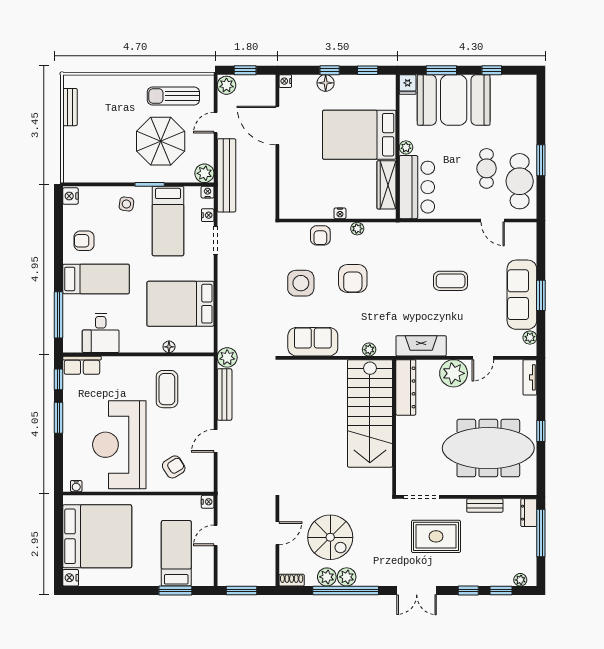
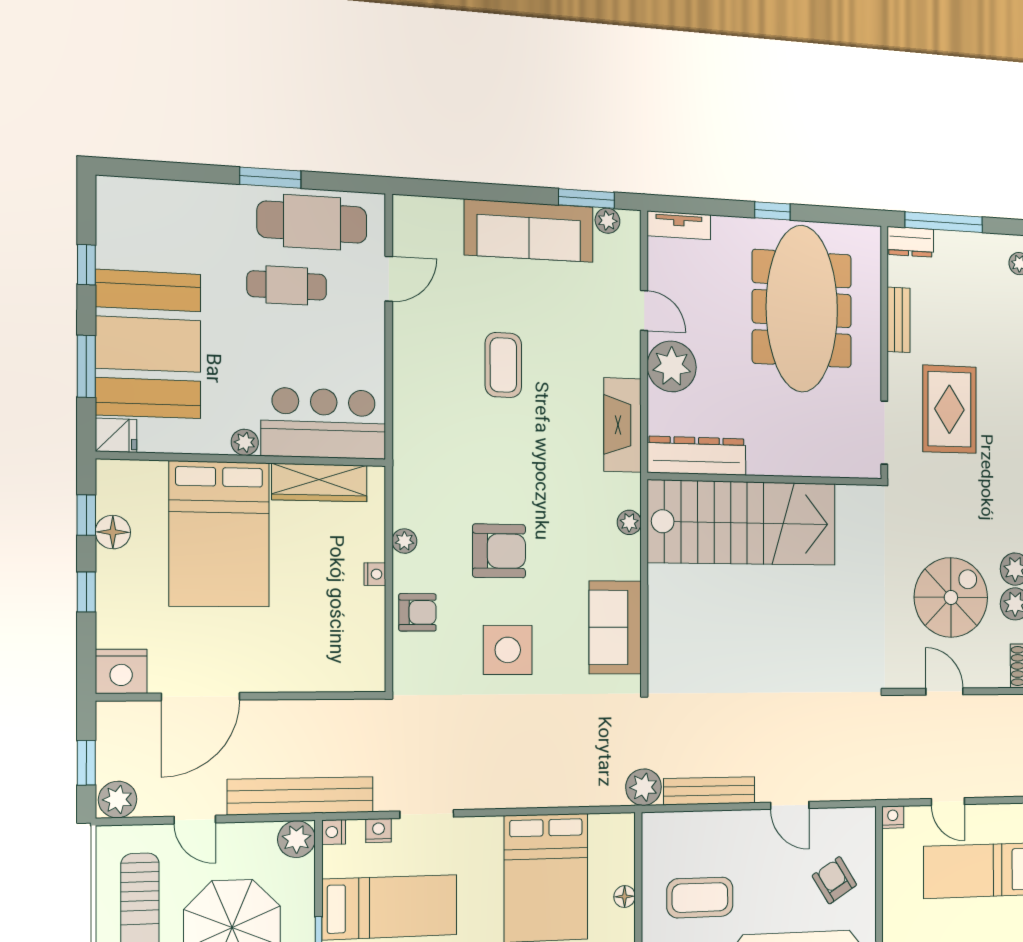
nightstand: (285, 81) -> (121, 671), width x1.89, depth x1.79
floor lamp: (326, 83) -> (113, 532), moved
window: (541, 295) -> (586, 199), moved

